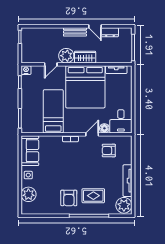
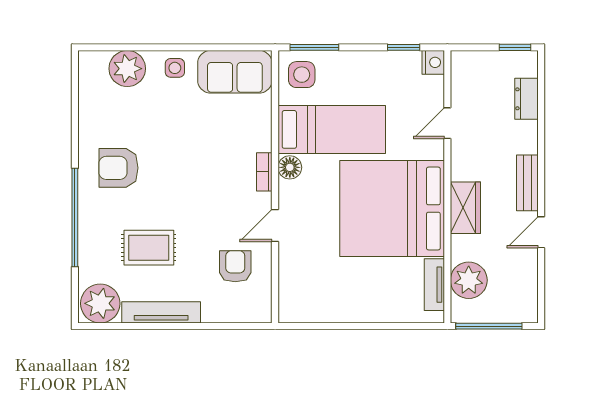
dresser: (110, 32) -> (526, 99), moved
plant: (66, 56) -> (469, 280), moved
door: (51, 64) -> (447, 123), hinge flipped
desk: (121, 121) -> (307, 296), removed
side table: (31, 124) -> (302, 75), added
floor lamp: (104, 128) -> (290, 167), moved
door: (92, 134) -> (275, 225), swing flipped
rug: (93, 196) -> (149, 248), moved, turned 90

